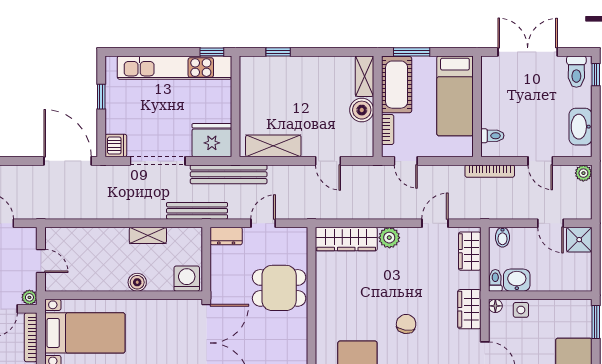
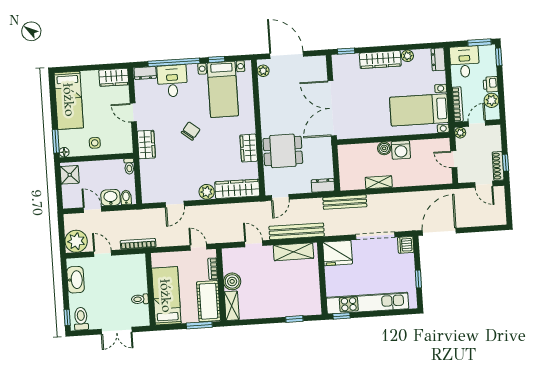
double door: (528, 52) -> (117, 331), width x0.73
toilet: (492, 136) -> (140, 299), moved
door: (68, 161) -> (439, 232), swing flipped
plant: (583, 173) -> (76, 241), width x1.87, depth x1.87
bench: (229, 174) -> (297, 231), moved
door: (263, 223) -> (280, 197), moved
shower: (579, 240) -> (70, 175), moved
wardrobe: (470, 251) -> (249, 148), moved, turned 180
washing machine: (187, 279) -> (401, 150), moved
washbasin: (517, 280) -> (111, 198), moved, turned 180
floor lamp: (495, 306) -> (64, 152), moved
side table: (521, 310) -> (95, 143), moved
chair: (406, 324) -> (191, 131), turned -149

